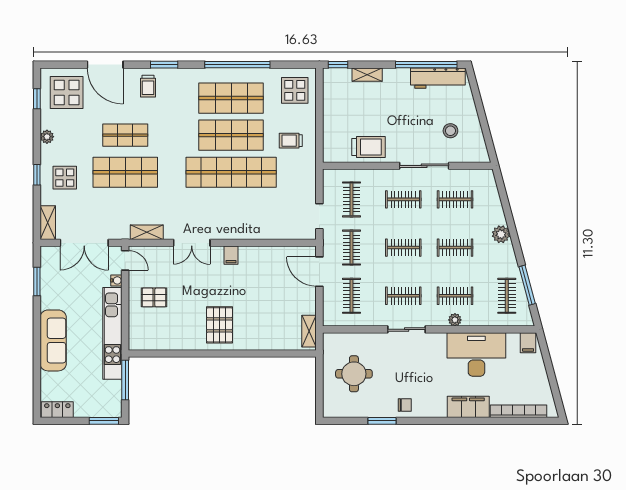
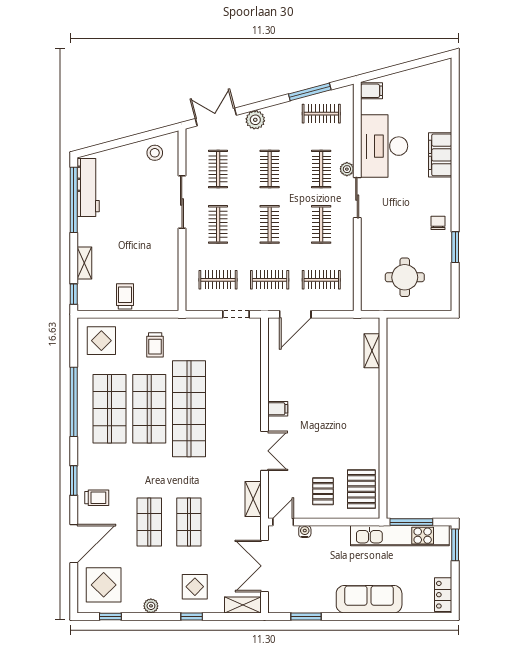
stool: (450, 131) -> (155, 153), moved
trolley: (369, 147) -> (125, 296), moved, width x0.73, depth x0.72
shop shelf: (125, 172) -> (189, 522), width x0.70, depth x0.74
double door: (504, 197) -> (216, 117), added
double door: (84, 243) -> (264, 566), swing flipped
pallet: (219, 325) -> (361, 489), moved, turned 90
sliding door: (407, 329) -> (357, 198), moved
shelving: (309, 331) -> (372, 351), moved, turned 90
kitchen unit: (112, 333) -> (400, 536), moved
bookcase: (518, 411) -> (445, 101), removed

